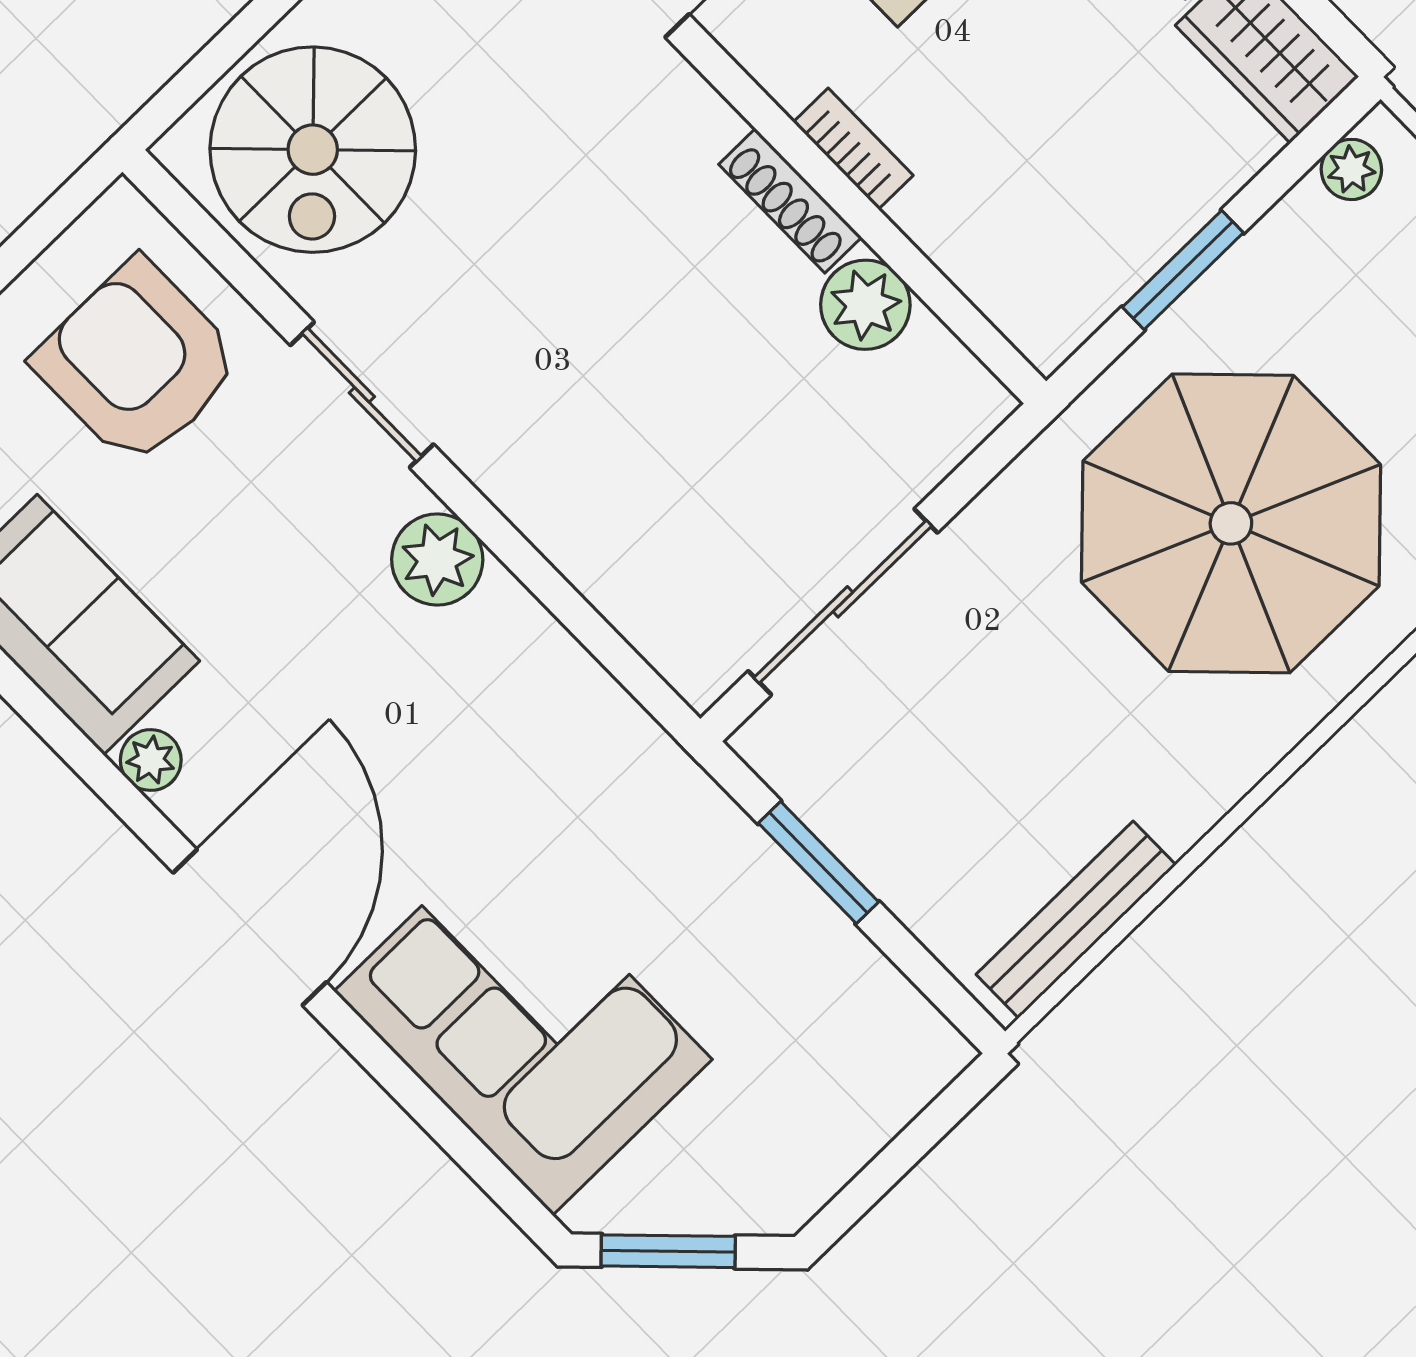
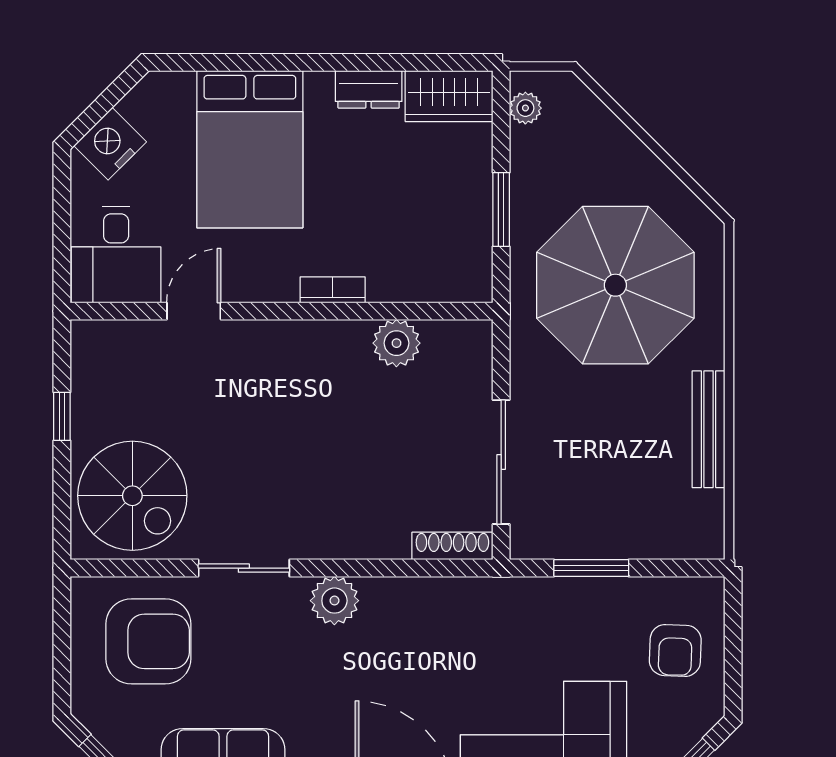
shoe rack: (790, 201) -> (452, 546), moved, turned 180
armchair: (138, 363) -> (148, 641), turned 180
bench: (1076, 920) -> (709, 429), moved
armchair: (818, 1084) -> (675, 650), added

